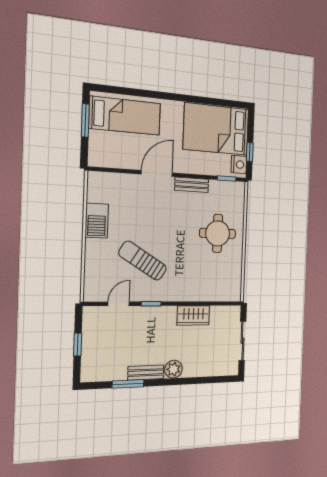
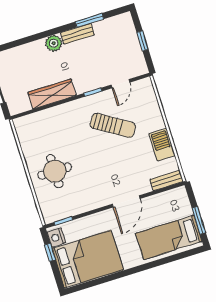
bench: (192, 185) -> (167, 180), moved
wardrobe: (193, 315) -> (52, 94), width x1.50

